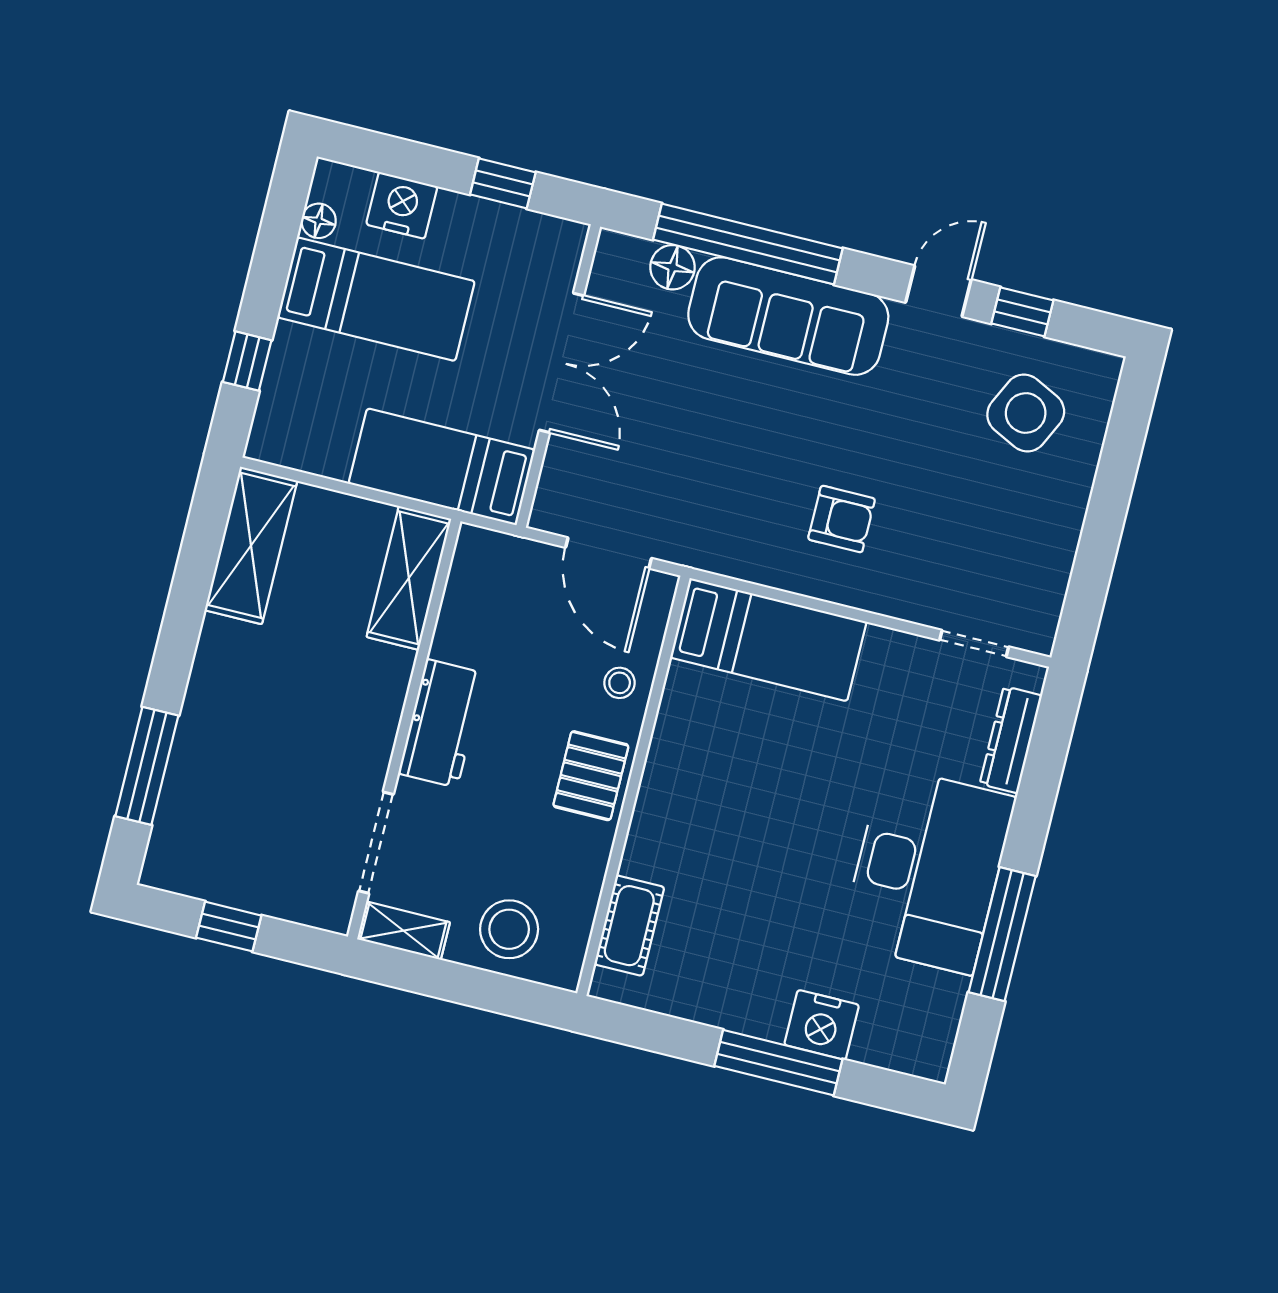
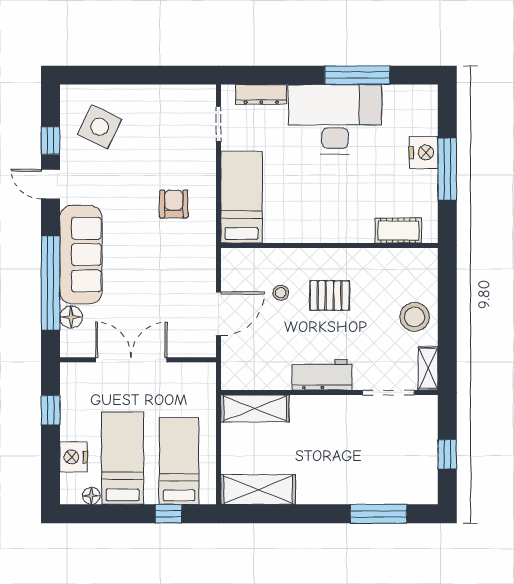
bed: (442, 467) -> (179, 461), moved, turned 180
bed: (768, 640) -> (242, 197), moved
wall: (633, 786) -> (329, 245), moved
cot: (629, 926) -> (398, 231), moved

